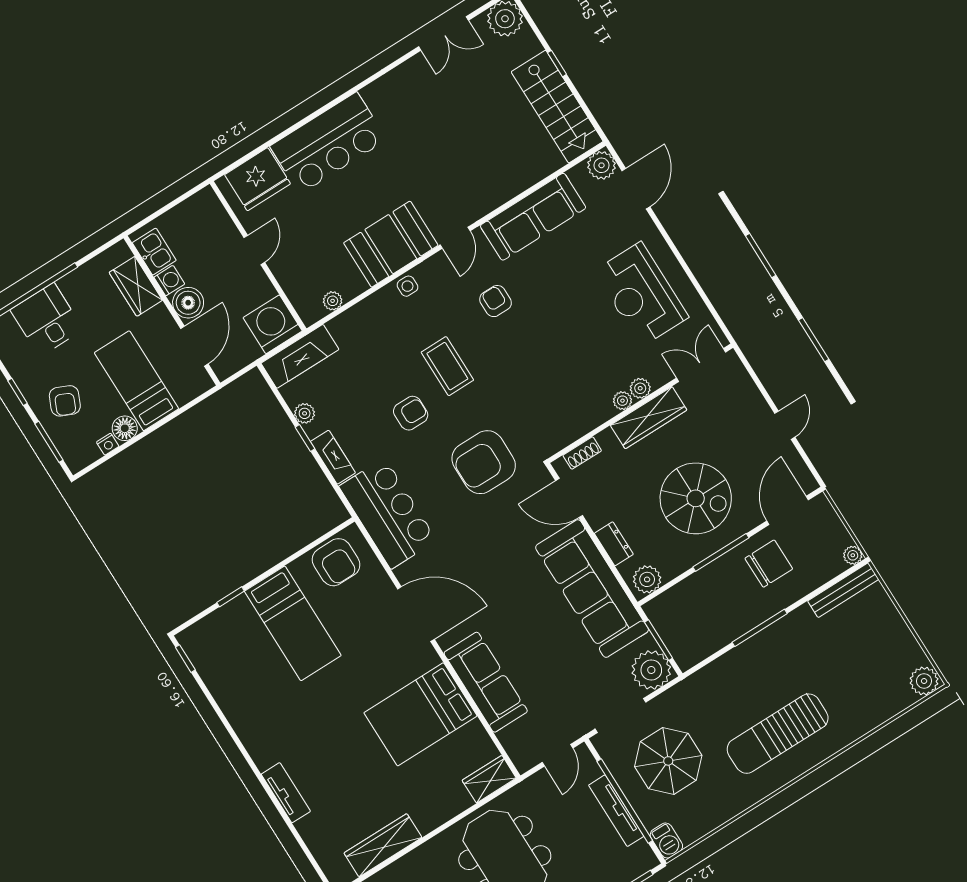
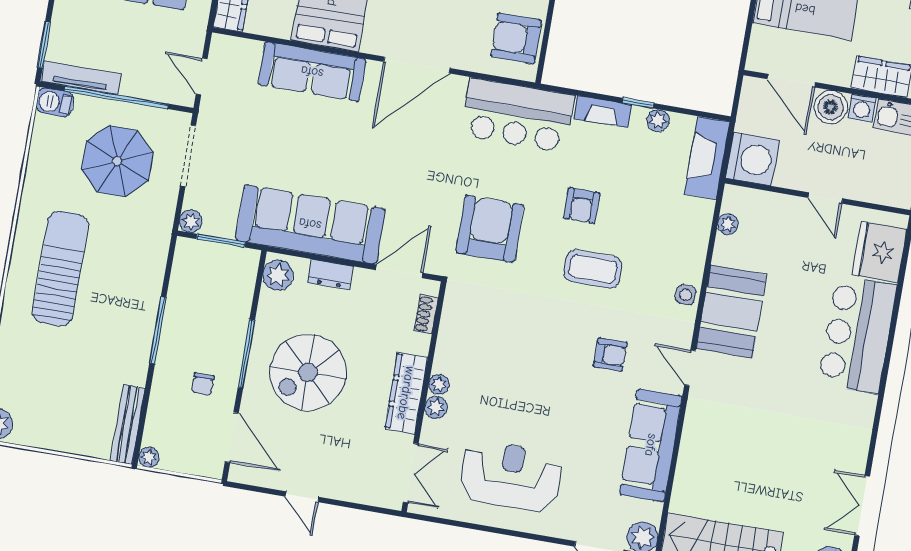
chair: (769, 564) -> (203, 384), width x0.54, depth x0.54
plant: (651, 670) -> (191, 221), width x0.53, depth x0.53
tv unit: (616, 811) -> (81, 78), moved

